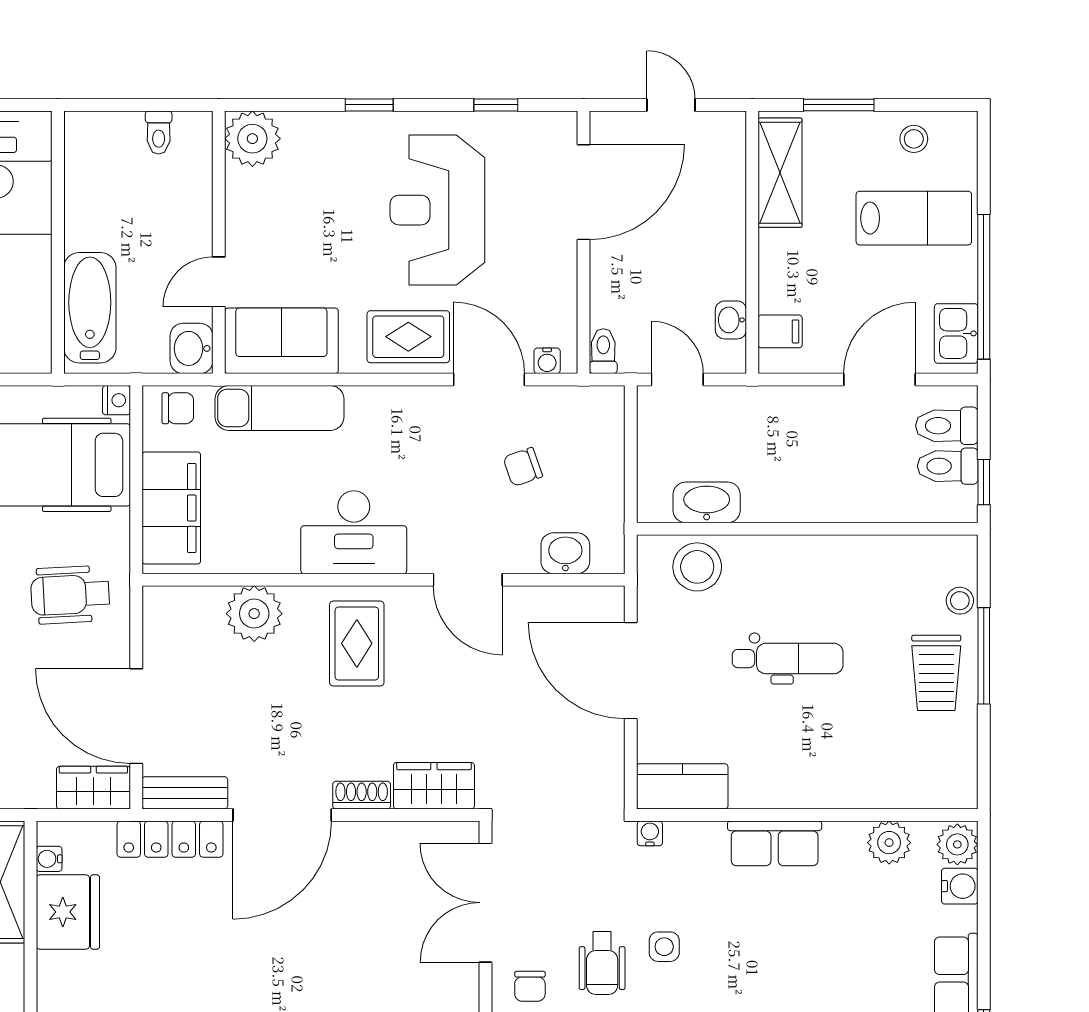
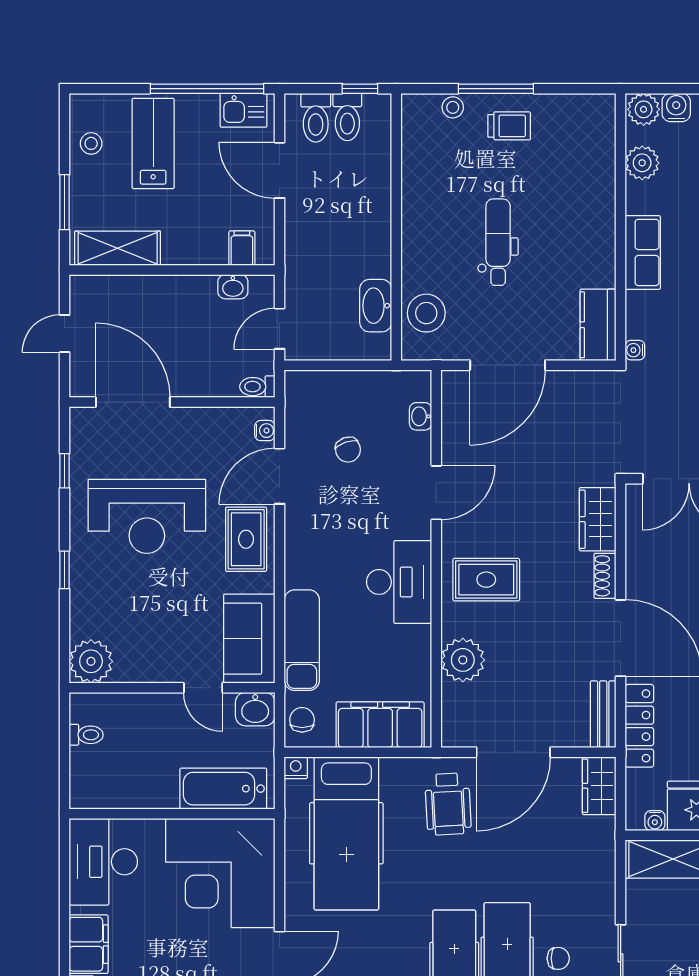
washbasin: (565, 553) -> (421, 416), width x0.72, depth x0.69
trolley: (936, 673) -> (509, 126), width x0.73, depth x0.72
door: (136, 716) -> (513, 752), moved

